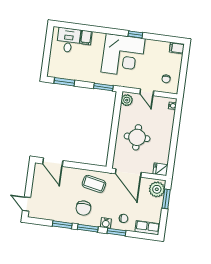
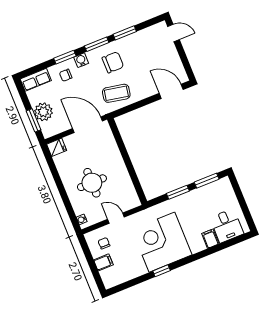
filing cabinet: (177, 48) -> (103, 262), moved
window: (103, 87) -> (178, 192), moved
plant: (127, 100) -> (132, 198), removed
round table: (137, 137) -> (92, 183), moved
plant: (157, 189) -> (43, 112), moved
chair: (83, 208) -> (113, 62), turned 90

